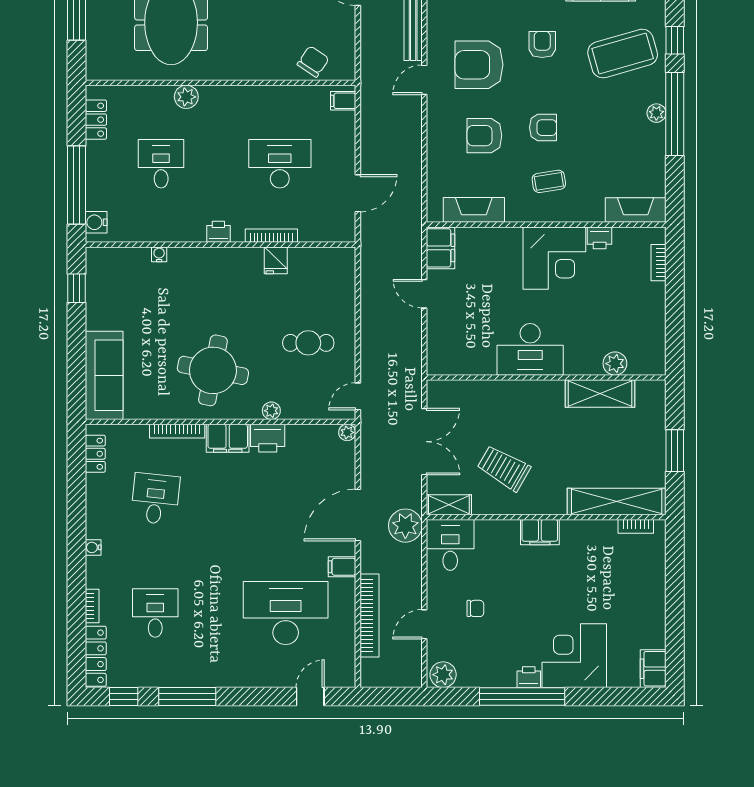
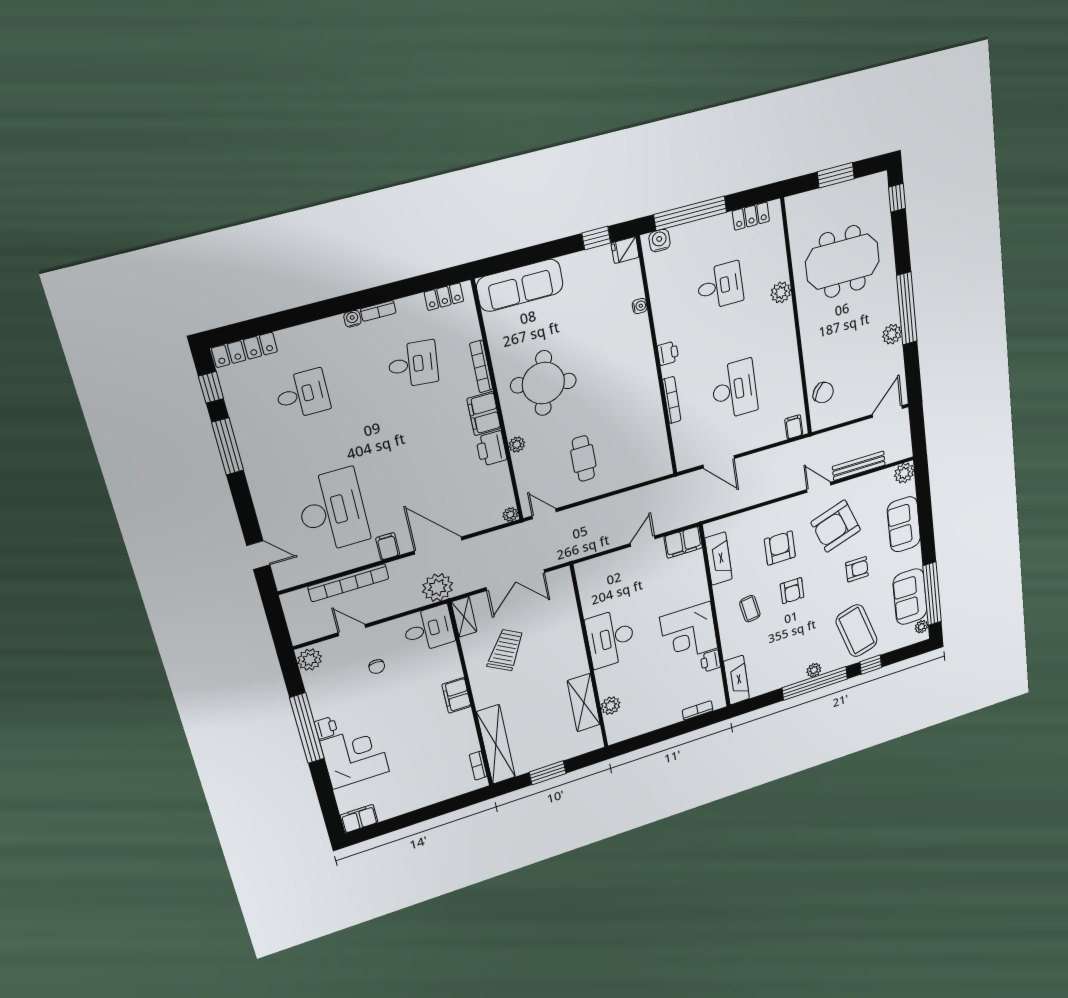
armchair: (479, 65) -> (836, 526), turned -109
fridge: (276, 260) -> (625, 250), moved
bookcase: (92, 606) -> (378, 311), moved

